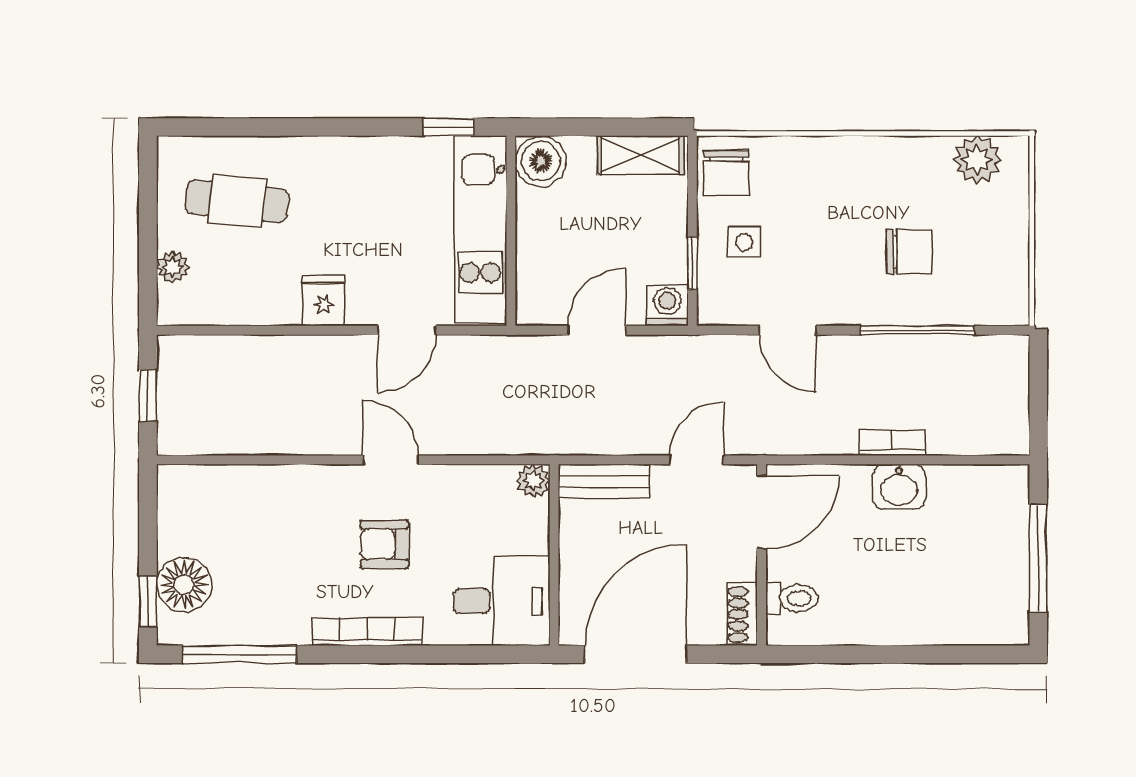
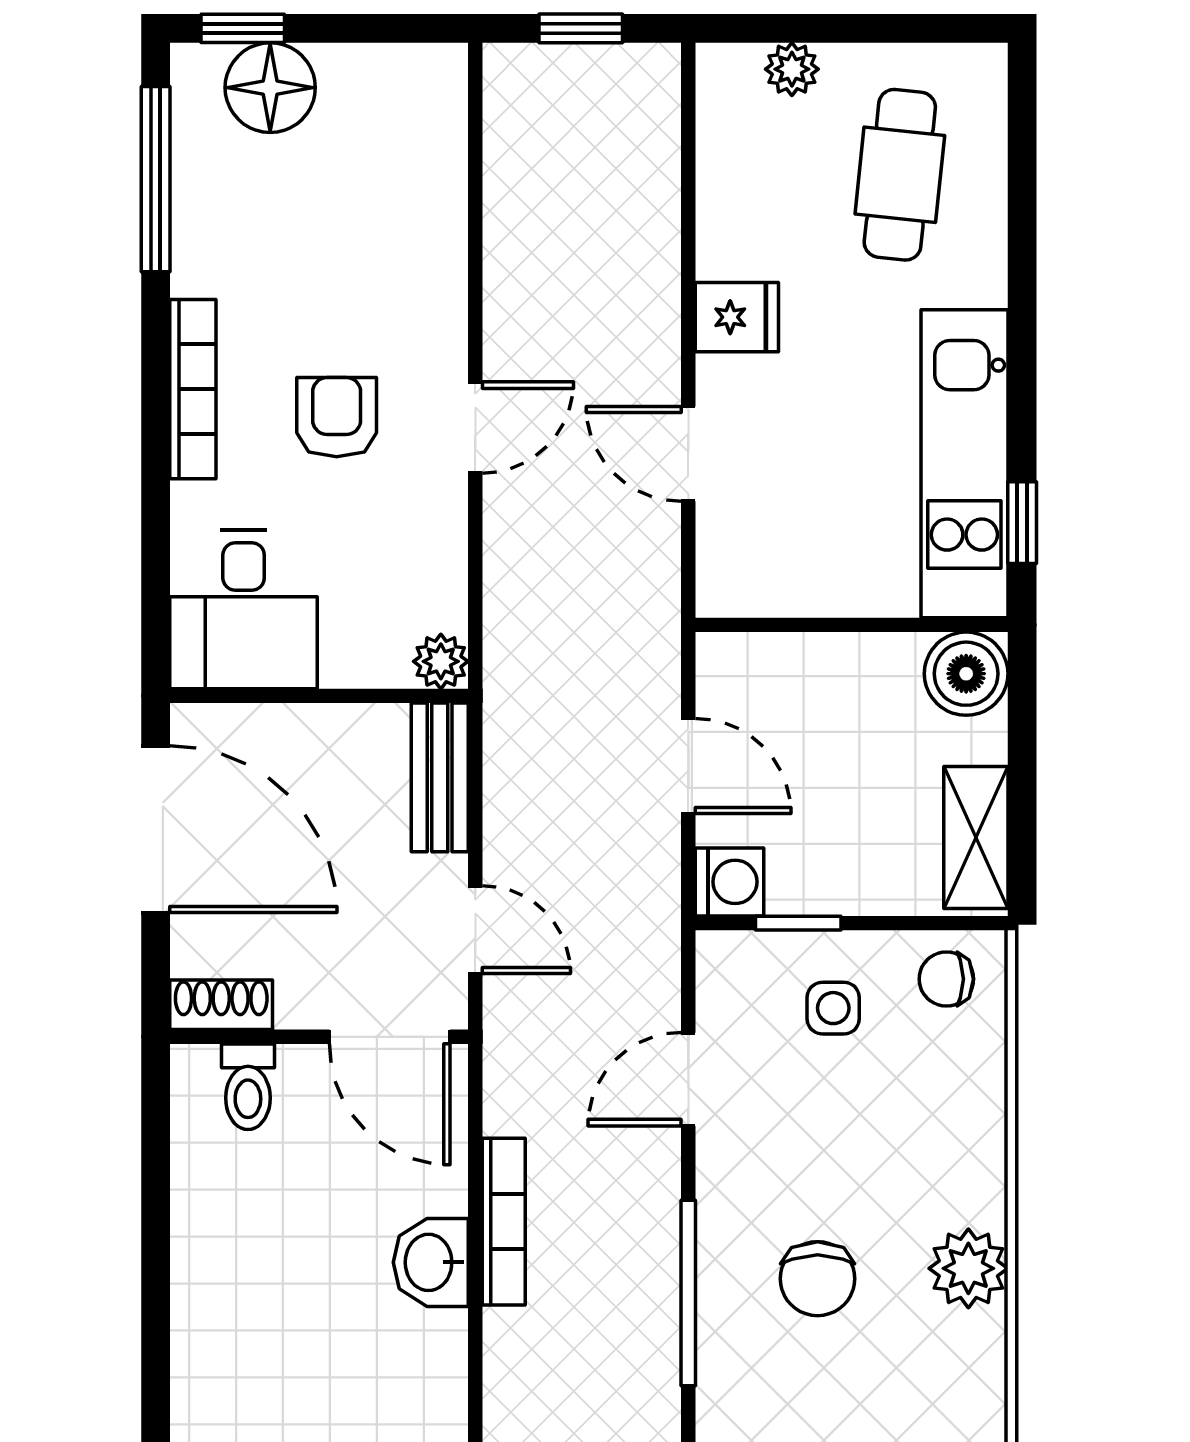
plant: (977, 160) -> (968, 1268), moved
chair: (726, 173) -> (946, 979), width x0.73, depth x0.73
kitchen unit: (480, 229) -> (964, 464), moved, turned -90
bookcase: (892, 443) -> (504, 1222), width x1.56

